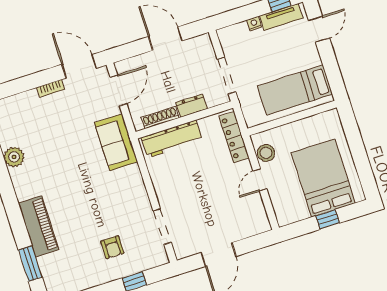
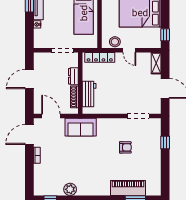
workbench: (172, 139) -> (89, 94), width x0.73
window: (328, 219) -> (165, 35), moved
piano: (39, 226) -> (128, 188), moved
shelving: (253, 228) -> (156, 63), added
armchair: (112, 247) -> (125, 147), moved

